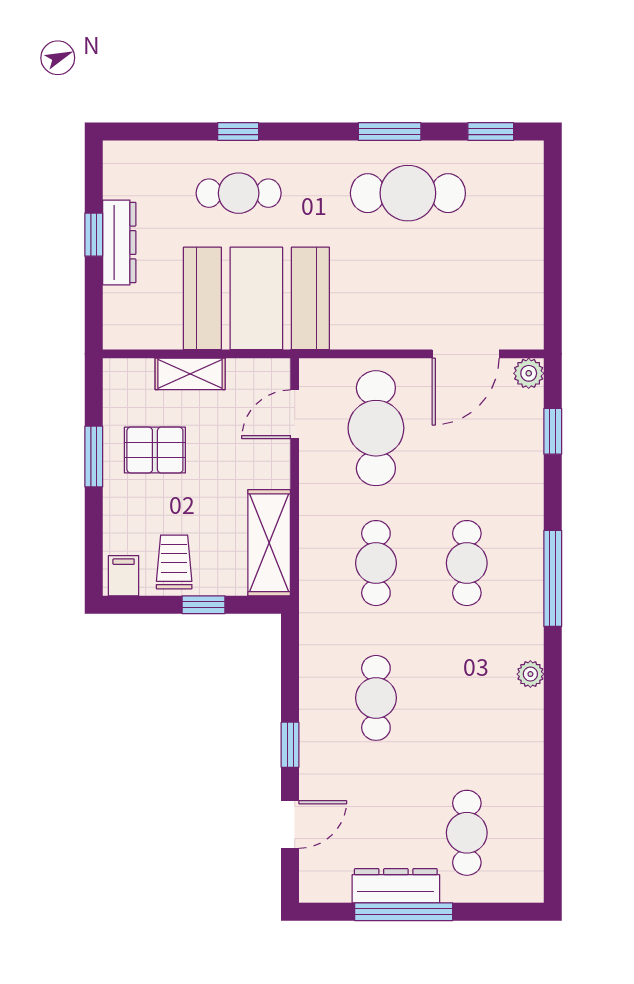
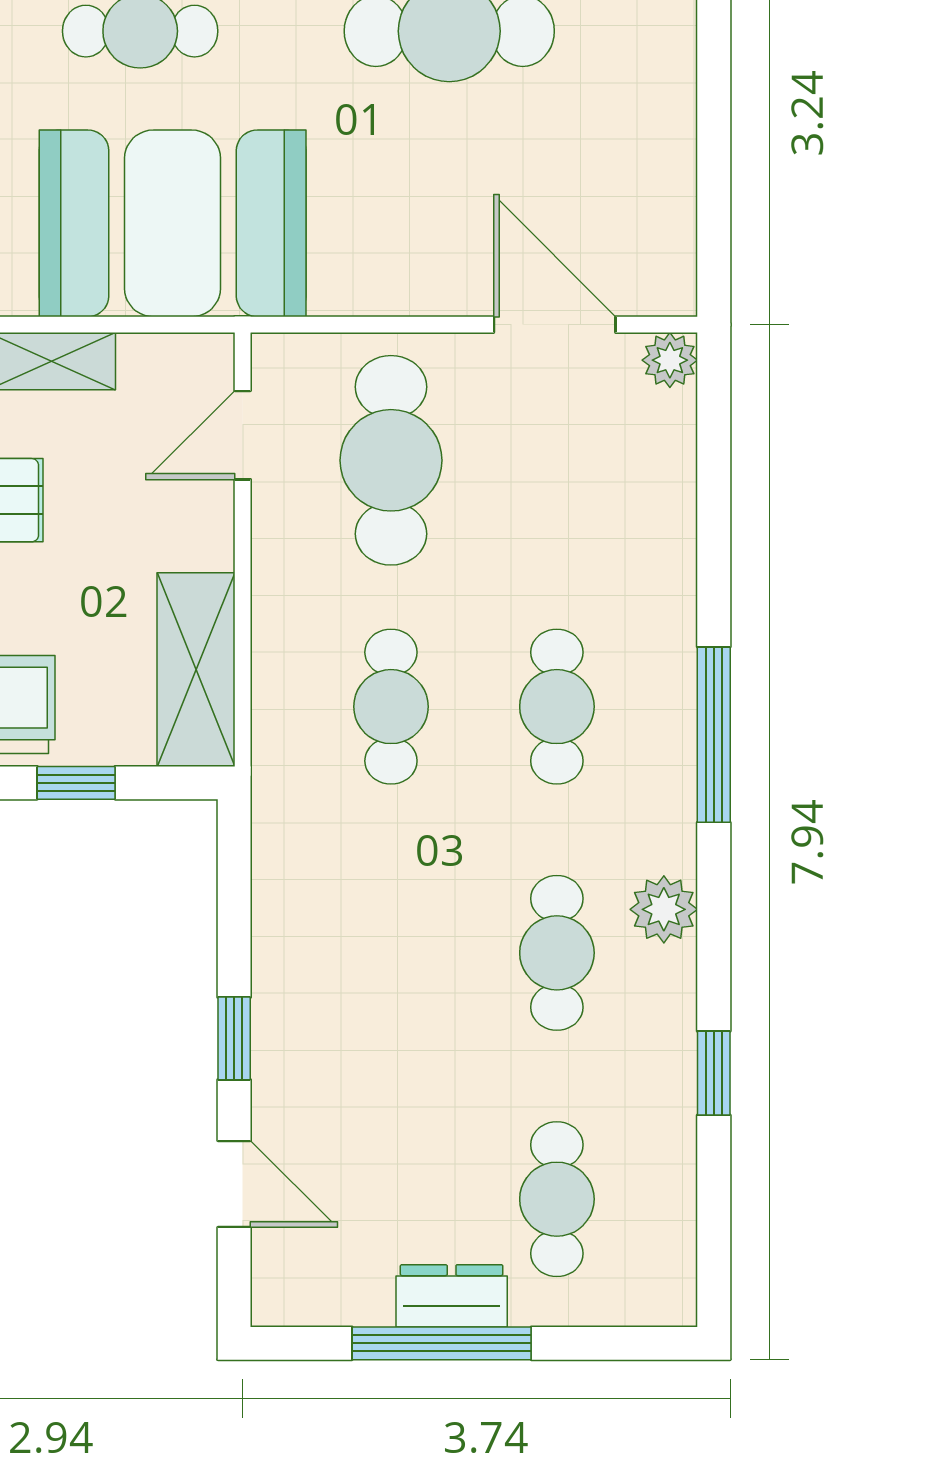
door: (466, 354) -> (555, 325), swing flipped
window: (553, 431) -> (714, 1073), moved
plant: (530, 674) -> (664, 909), width x1.38, depth x1.38
cafe table: (376, 698) -> (557, 953), moved
door: (290, 824) -> (234, 1184), hinge flipped
dresser: (396, 886) -> (452, 1296), width x0.70

